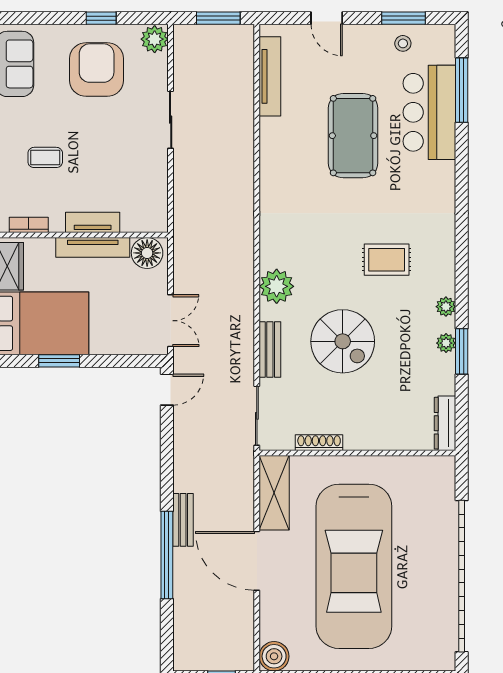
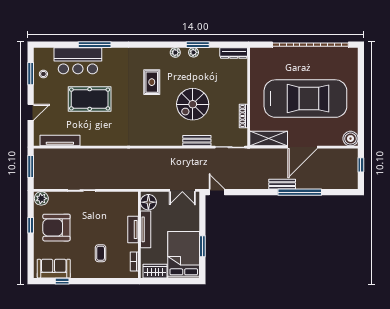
window: (462, 90) -> (95, 45), moved
plant: (277, 286) -> (165, 137), removed
double door: (171, 321) -> (182, 190), swing flipped
spiral stairs: (343, 341) -> (193, 104), turned 180

